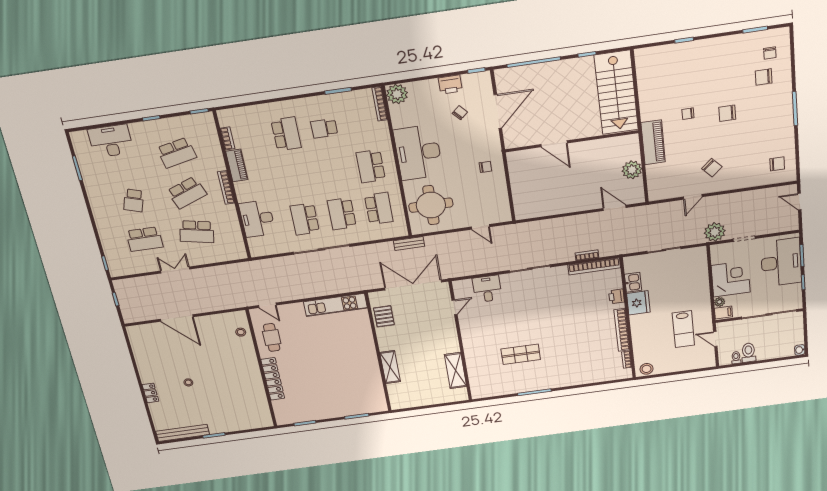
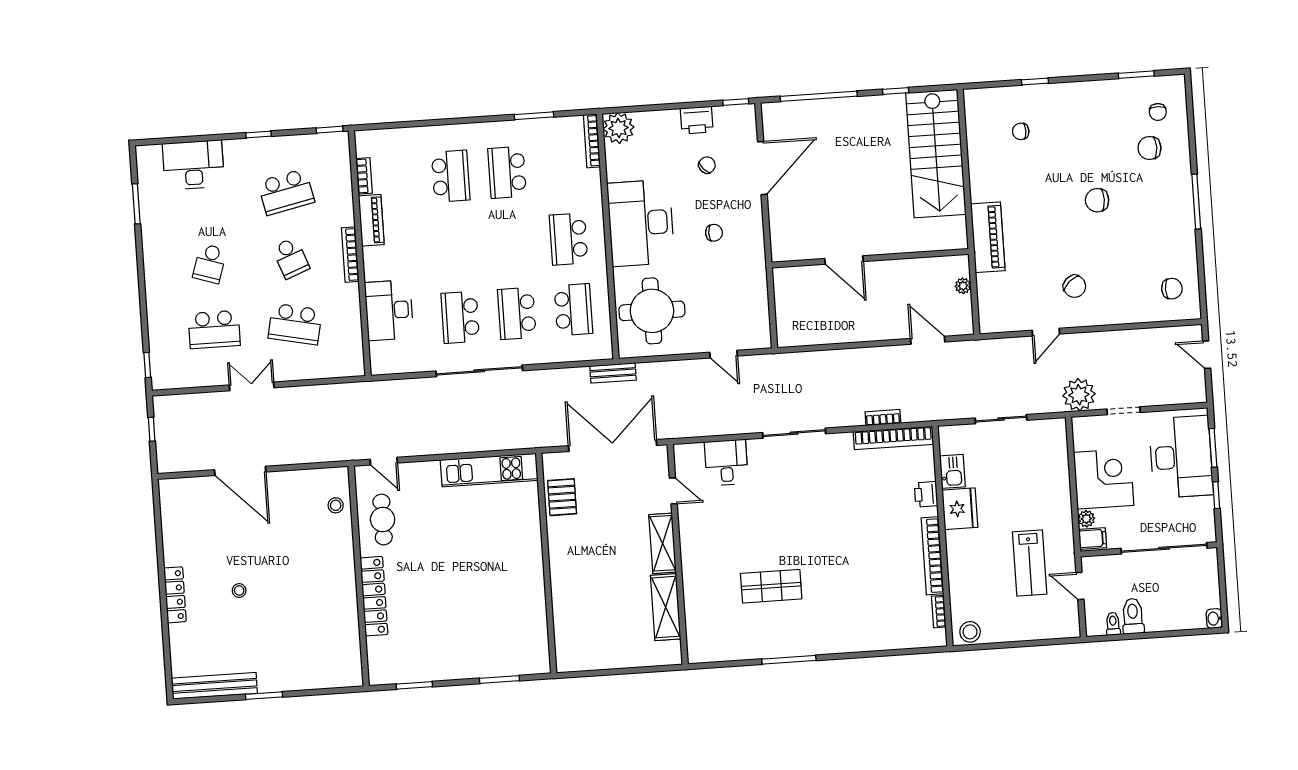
chair: (688, 114) -> (1021, 131), moved
school desk: (324, 128) -> (507, 172), width x1.85
wall: (572, 141) -> (870, 258), moved
door: (554, 144) -> (844, 260), moved
chair: (485, 167) -> (714, 233), moved
plant: (632, 170) -> (963, 286), width x0.53, depth x0.53
school desk: (187, 193) -> (291, 258), width x0.54
door: (455, 307) -> (673, 491), hinge flipped
shelving: (390, 367) -> (663, 543), moved
locker: (150, 393) -> (175, 595), width x1.53

